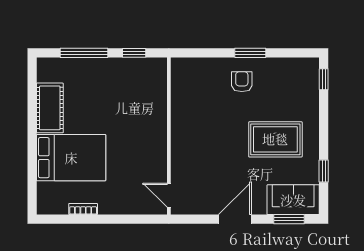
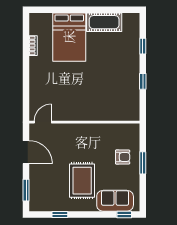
window: (84, 53) -> (143, 46), width x0.46
wall: (169, 136) -> (84, 122), moved
door: (169, 195) -> (43, 122), moved
sofa: (293, 200) -> (115, 201), moved, turned -90

